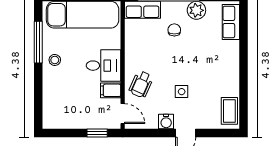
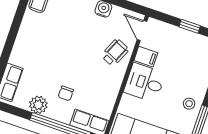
side table: (182, 92) -> (79, 32), removed
window: (97, 133) -> (190, 26), moved

